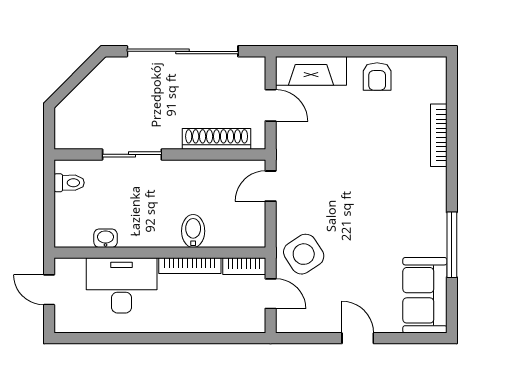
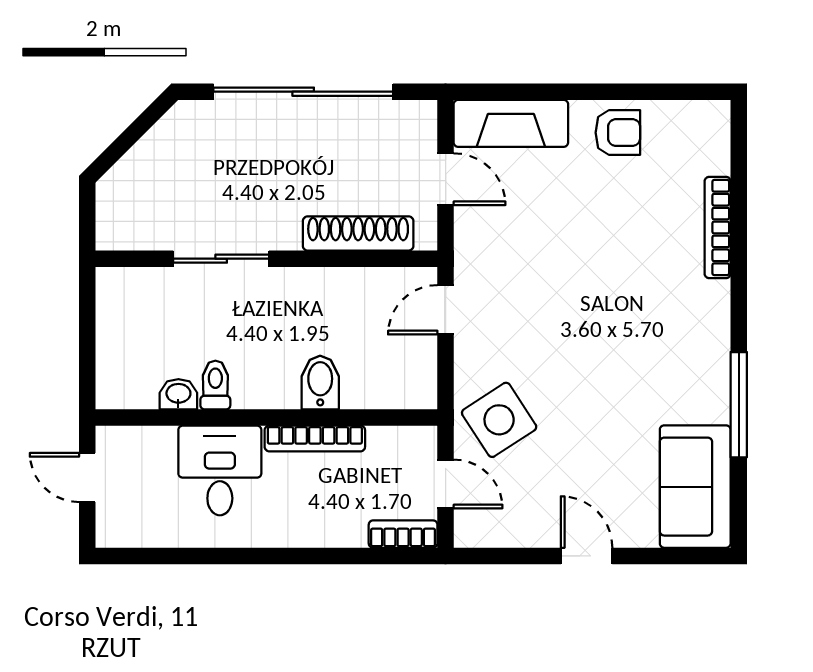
armchair: (377, 77) -> (618, 133), turned -90
toilet: (69, 183) -> (215, 385), moved, turned -90
bookcase: (244, 266) -> (403, 534), moved, turned 180
desk: (122, 285) -> (220, 470), width x0.73

